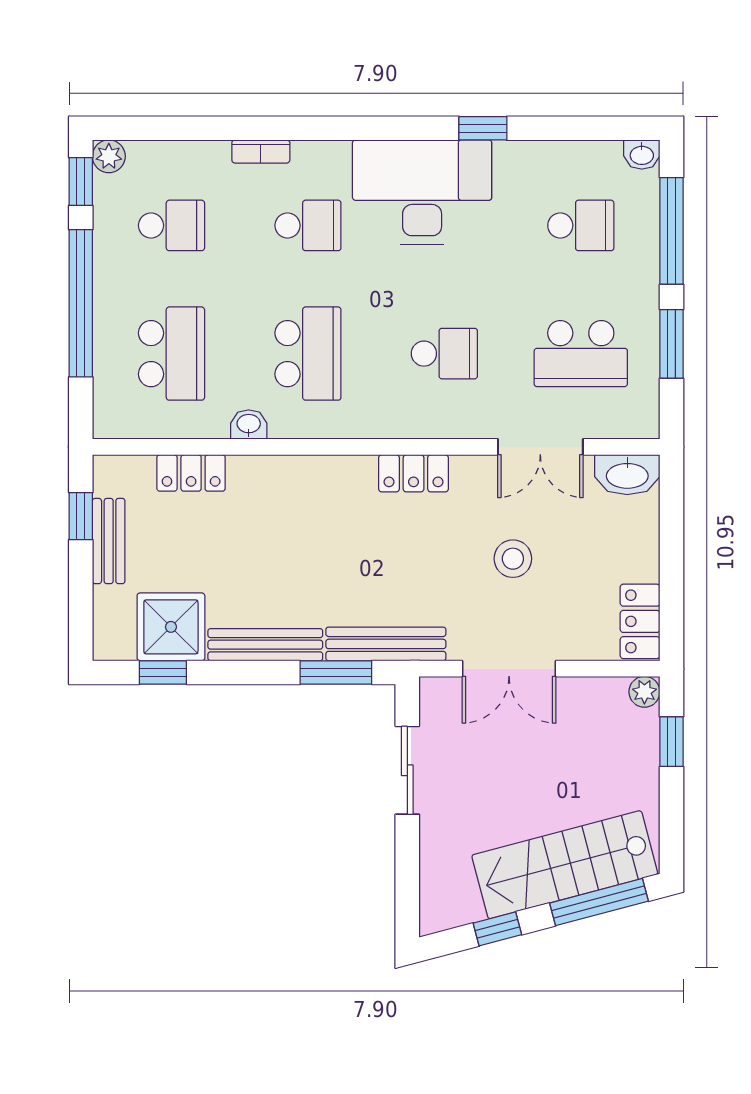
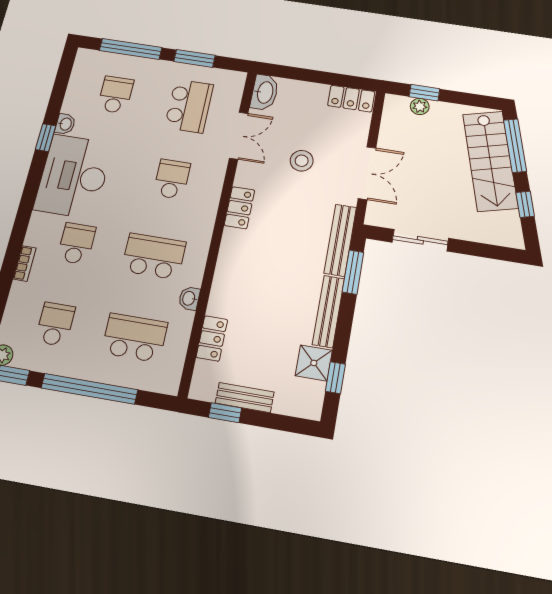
washbasin: (642, 155) -> (65, 124), moved
shower: (171, 627) -> (314, 363), width x0.73, depth x0.73
plant: (644, 692) -> (420, 106), moved

